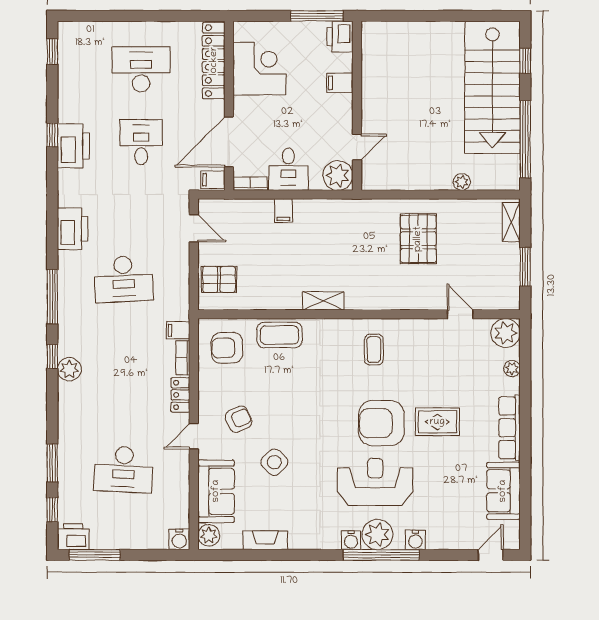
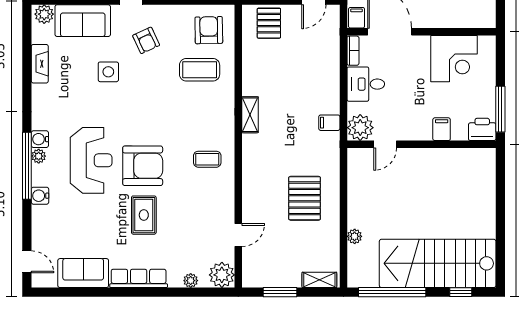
locker: (214, 61) -> (461, 18), removed
door: (357, 147) -> (385, 144), hinge flipped
filing cabinet: (283, 211) -> (329, 123), moved
pallet: (418, 239) -> (305, 198), turned 90
coffee table: (279, 335) -> (200, 70), moved, turned 90
armchair: (381, 423) -> (143, 166), turned 90
side table: (274, 462) -> (108, 72), turned 45
plant: (377, 534) -> (39, 156), width x0.53, depth x0.53

